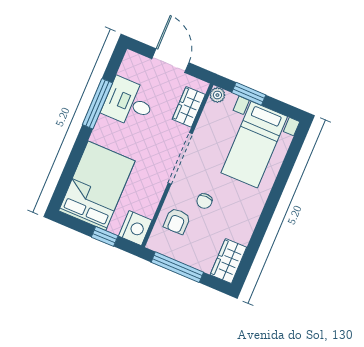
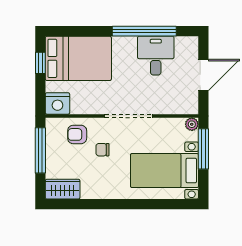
window: (249, 94) -> (203, 149), width x1.44
window: (97, 104) -> (144, 31), width x1.46
wardrobe: (189, 107) -> (173, 105), removed
window: (105, 236) -> (40, 63), moved

